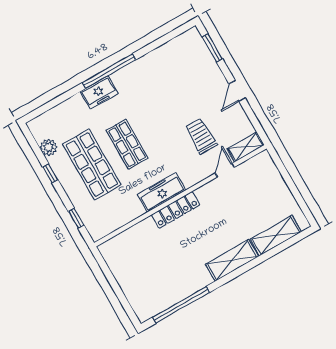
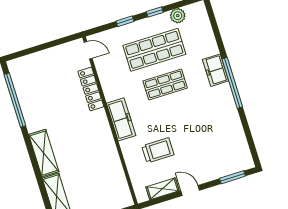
shelving: (246, 147) -> (163, 189), moved, turned 90
door: (225, 170) -> (88, 50), moved
freezer: (162, 192) -> (121, 119), moved
locker: (176, 210) -> (91, 89), moved
window: (76, 218) -> (125, 21), moved

